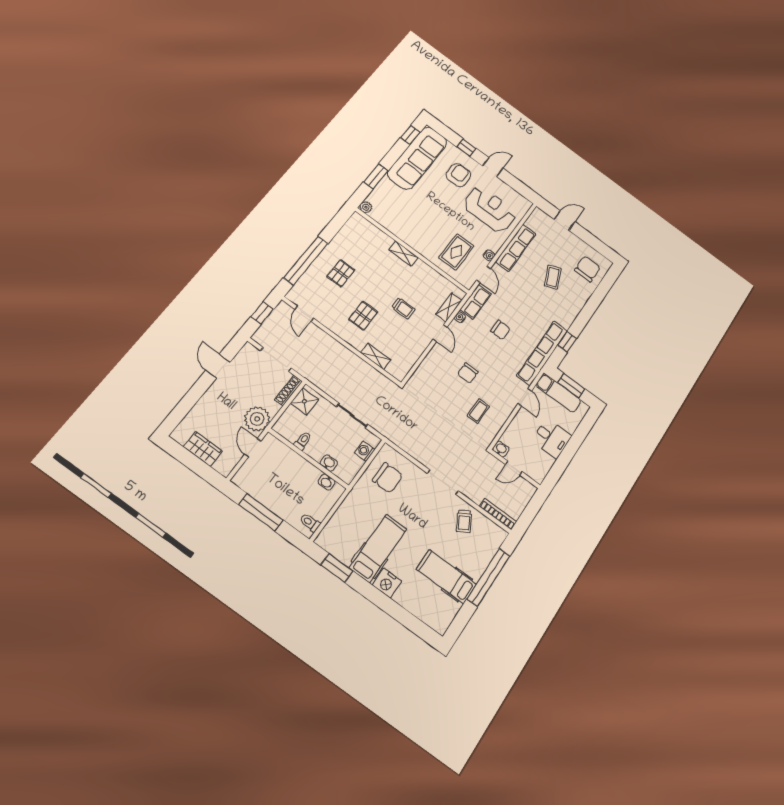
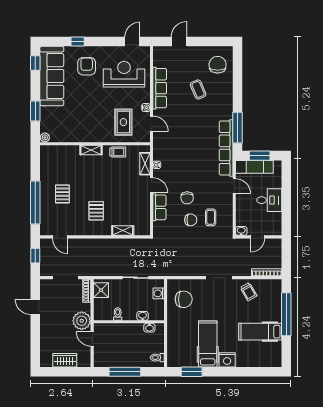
door: (493, 167) -> (132, 42), moved
row of seats: (476, 302) -> (159, 207), moved
trolley: (403, 308) -> (118, 152), moved
chair: (500, 330) -> (191, 220), moved
window: (567, 342) -> (237, 128), width x2.17

